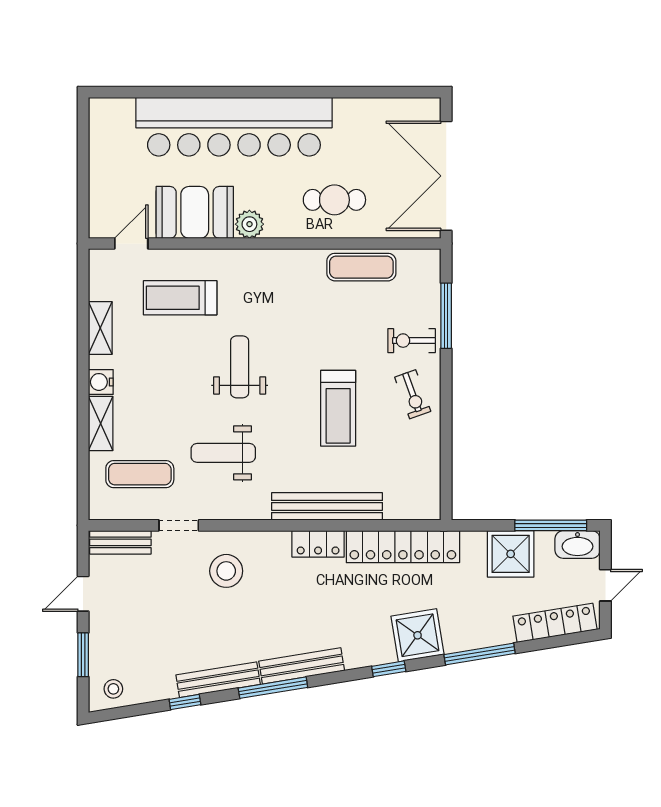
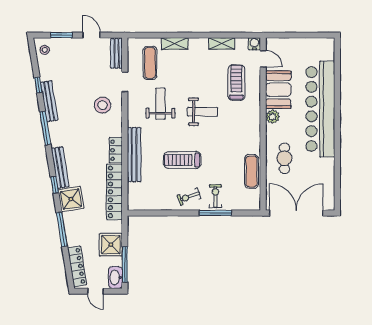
window: (446, 316) -> (215, 213), moved
water cooler: (101, 382) -> (254, 44), moved
bench: (302, 666) -> (60, 168), moved

